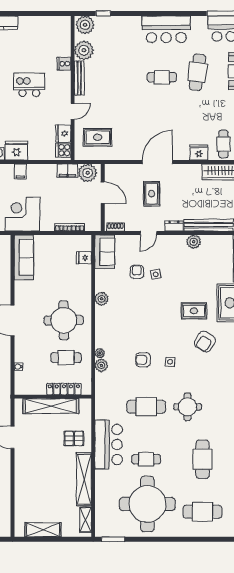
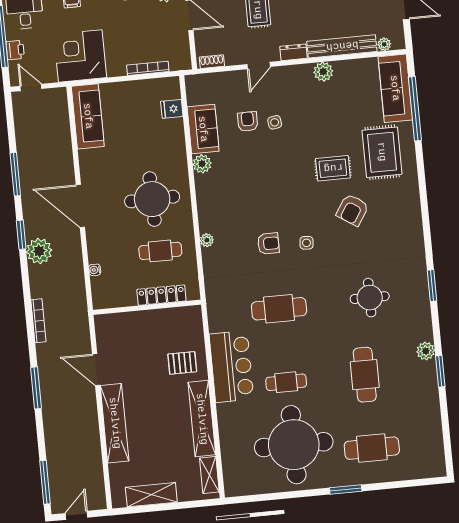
sofa: (105, 252) -> (203, 129), moved
armchair: (143, 360) -> (268, 243), turned 180
plant: (101, 365) -> (211, 257), removed
shelving: (51, 406) -> (115, 423), moved, turned 90
round table: (187, 407) -> (370, 298), moved
window: (113, 539) -> (346, 489), moved

